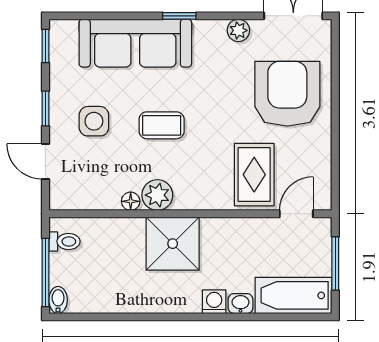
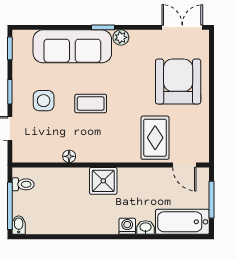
plant: (238, 30) -> (121, 37), moved
plant: (157, 195) -> (88, 152), removed
door: (296, 214) -> (184, 165), swing flipped
shower: (173, 244) -> (103, 181), width x0.73, depth x0.73

